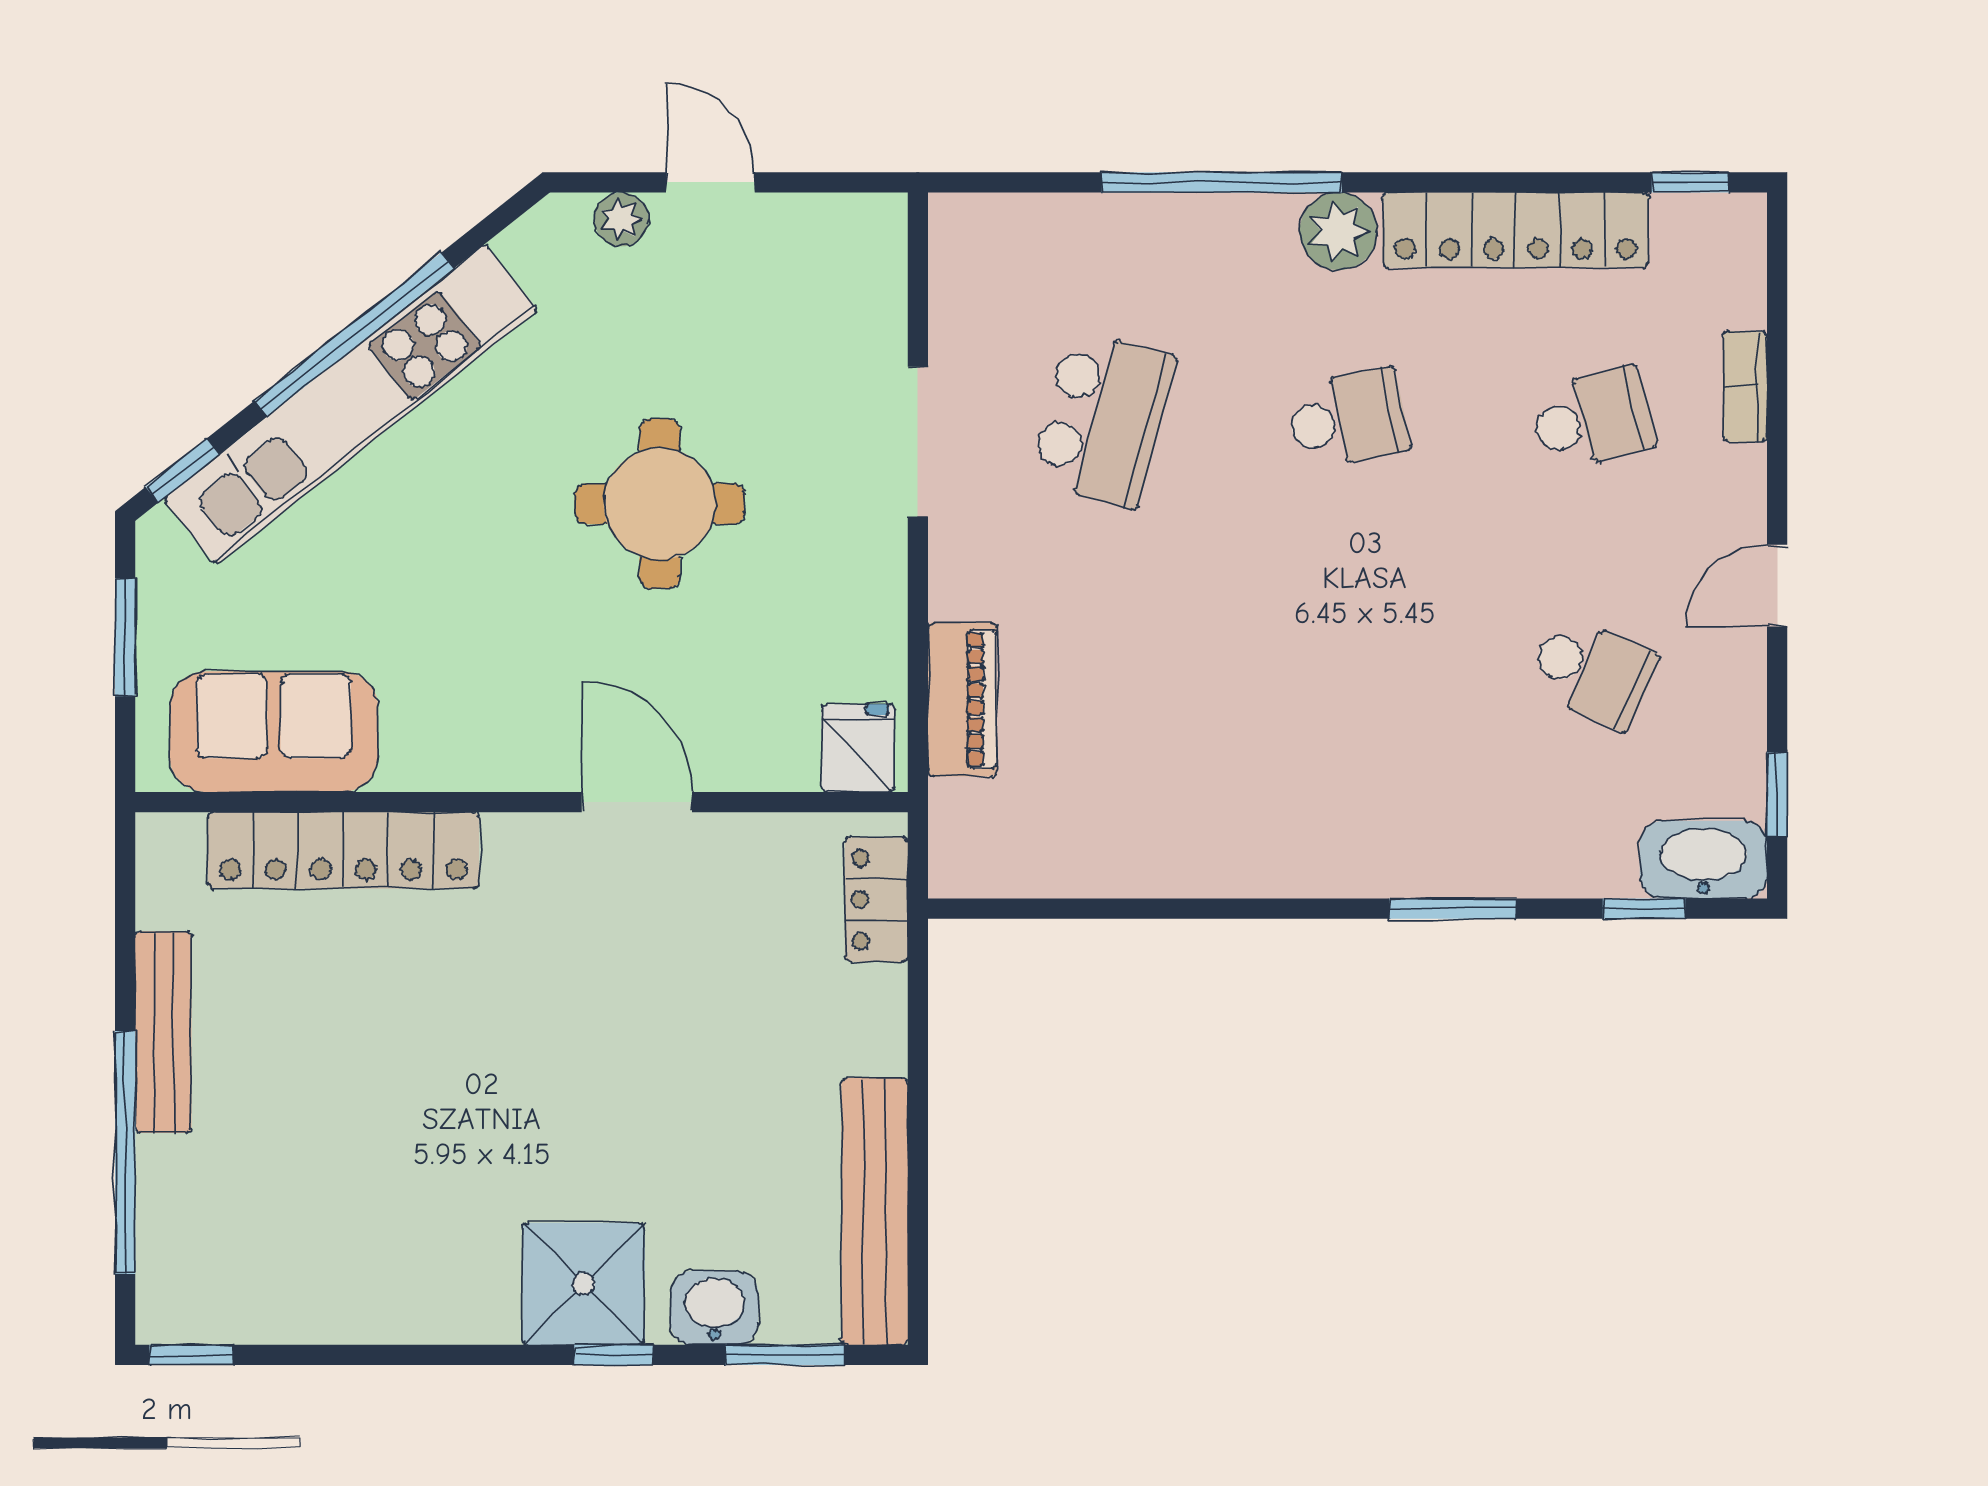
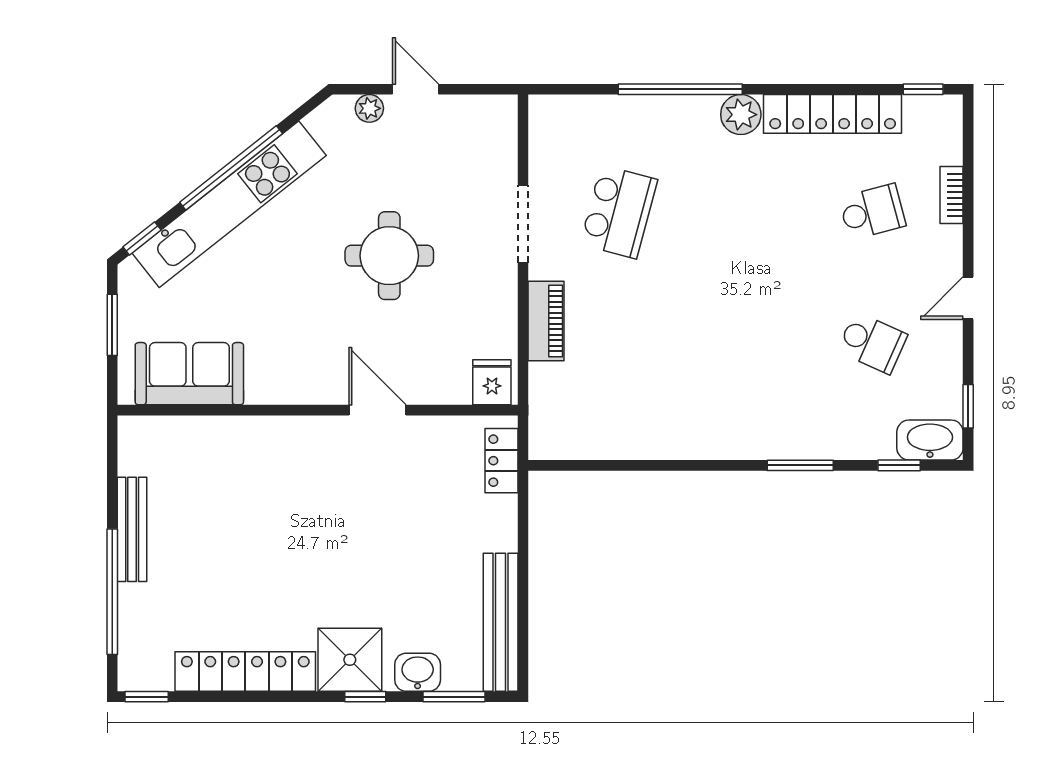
school desk: (1348, 419) -> (746, 212), removed
piano: (962, 699) -> (546, 321), moved
locker: (343, 850) -> (245, 672), moved, turned 180

